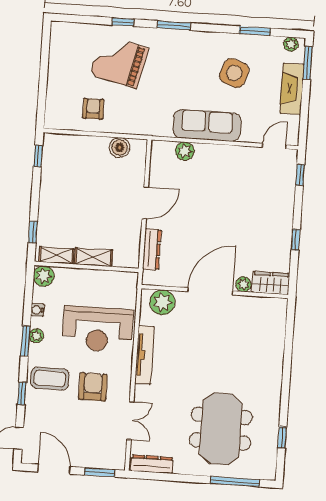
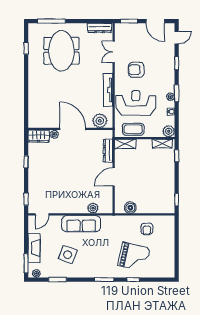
shelving: (93, 257) -> (125, 144), moved
door: (210, 291) -> (73, 129), swing flipped
coffee table: (50, 379) -> (133, 129), moved
armchair: (93, 387) -> (136, 70), turned 90

